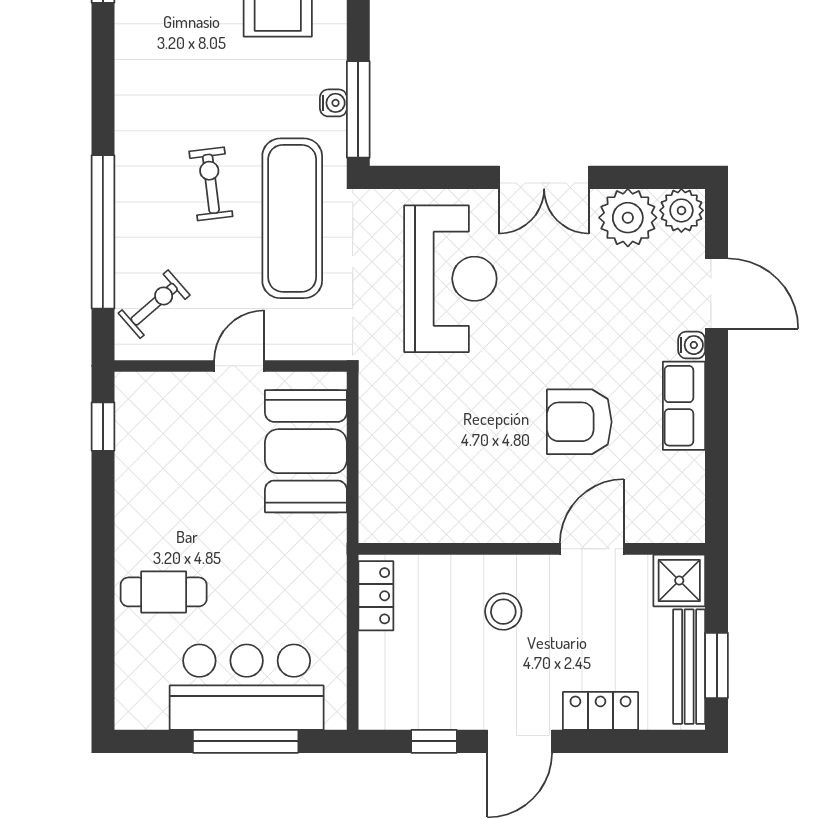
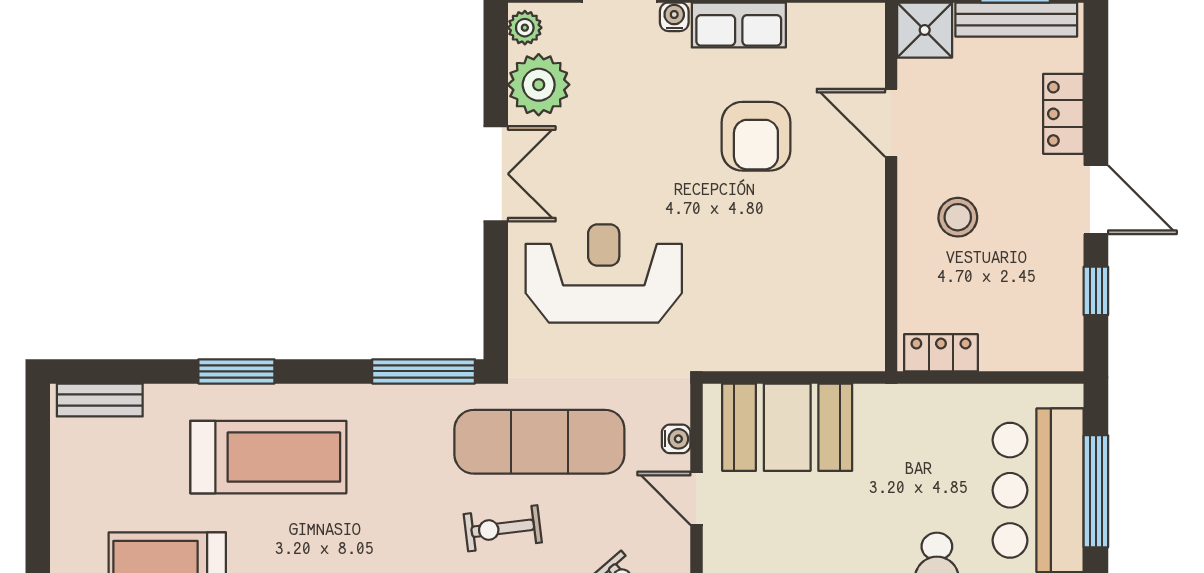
water cooler: (333, 103) -> (676, 439), moved, turned 90
plant: (681, 210) -> (525, 28), width x0.73, depth x0.73

